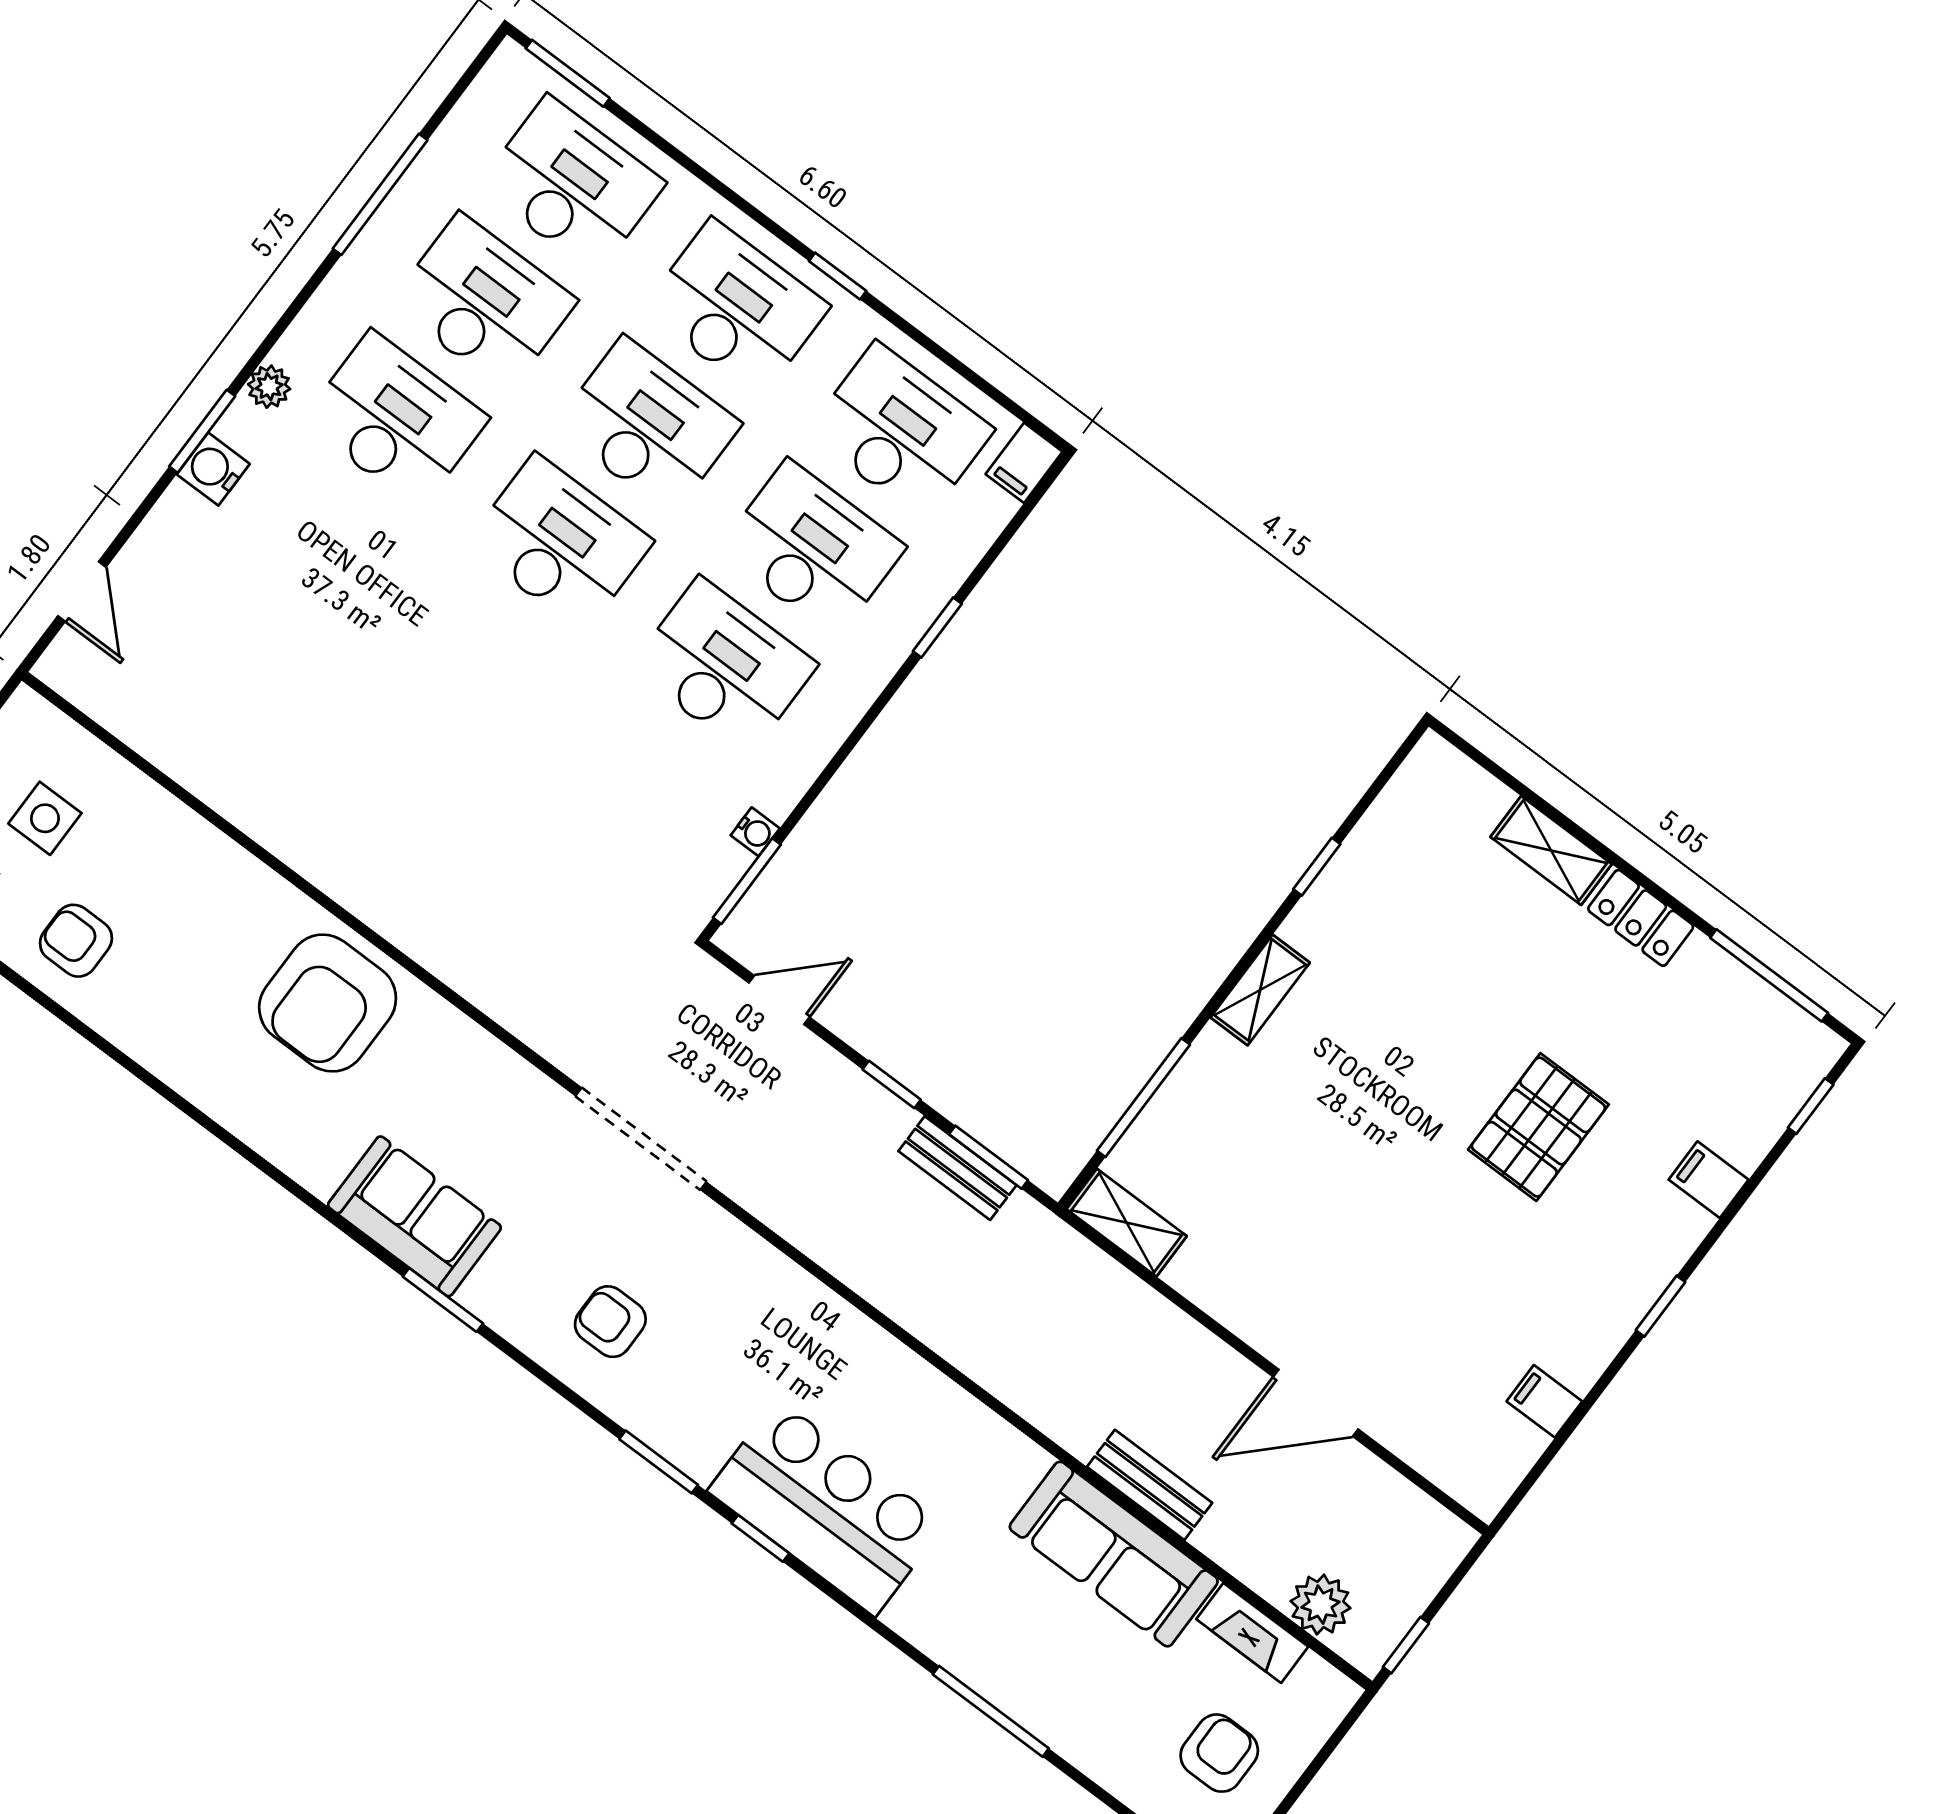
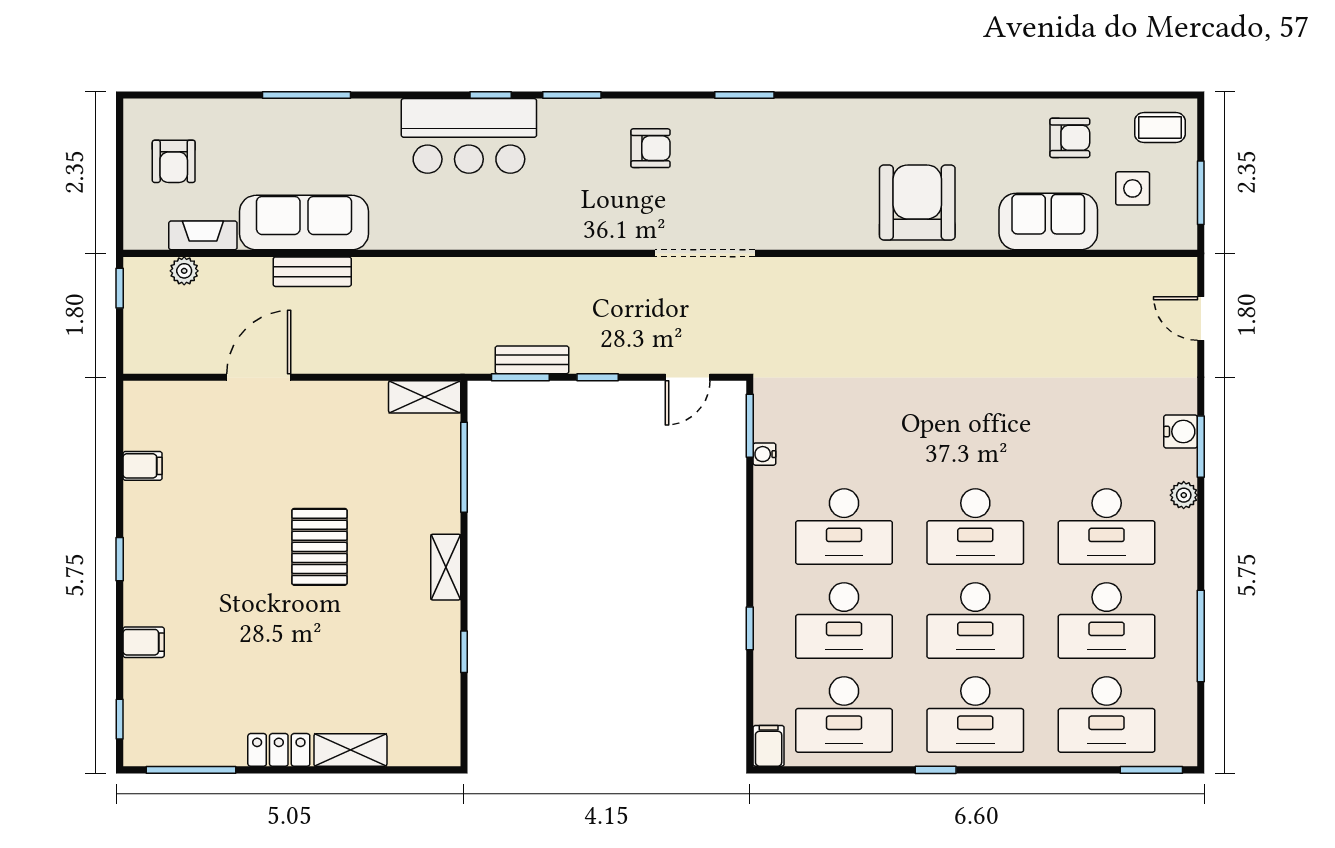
pallet: (1538, 1127) -> (319, 547), moved
sofa: (414, 1216) -> (1048, 222), moved, turned 180
plant: (1320, 1605) -> (184, 271), width x0.73, depth x0.73

